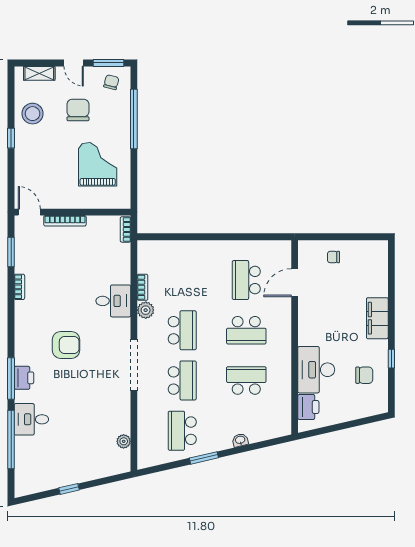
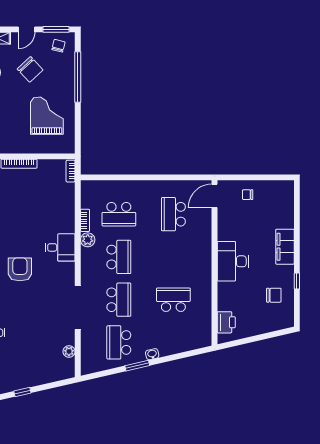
door: (74, 63) -> (26, 29), hinge flipped
chair: (78, 110) -> (30, 69), turned 137
door: (295, 283) -> (214, 196), moved
desk: (113, 301) -> (60, 247), moved
school desk: (246, 330) -> (119, 214), moved
armchair: (66, 345) -> (20, 269), turned -90
doorway: (134, 365) -> (78, 308), moved
desk: (316, 370) -> (233, 261), moved
washbasin: (240, 440) -> (152, 354), moved

